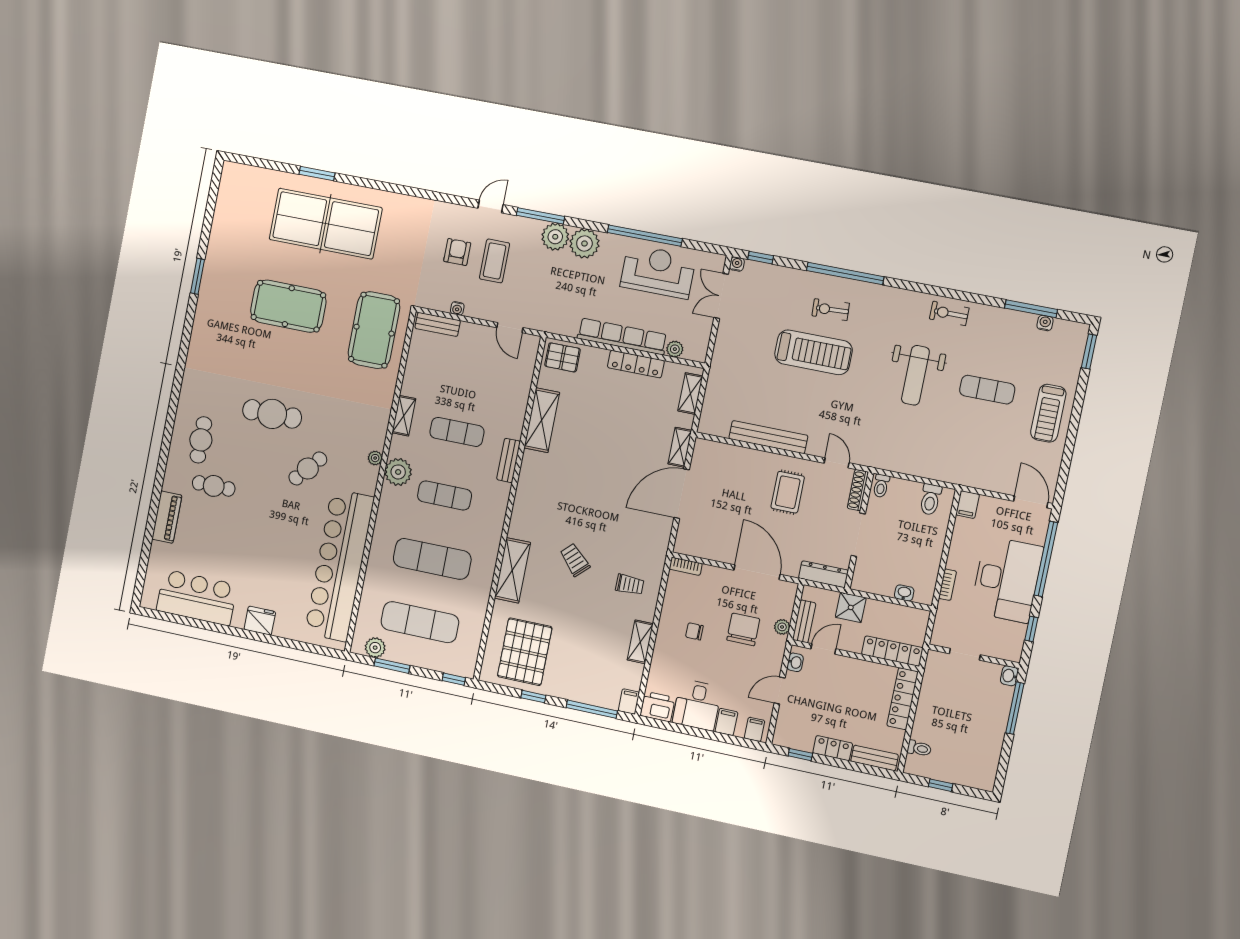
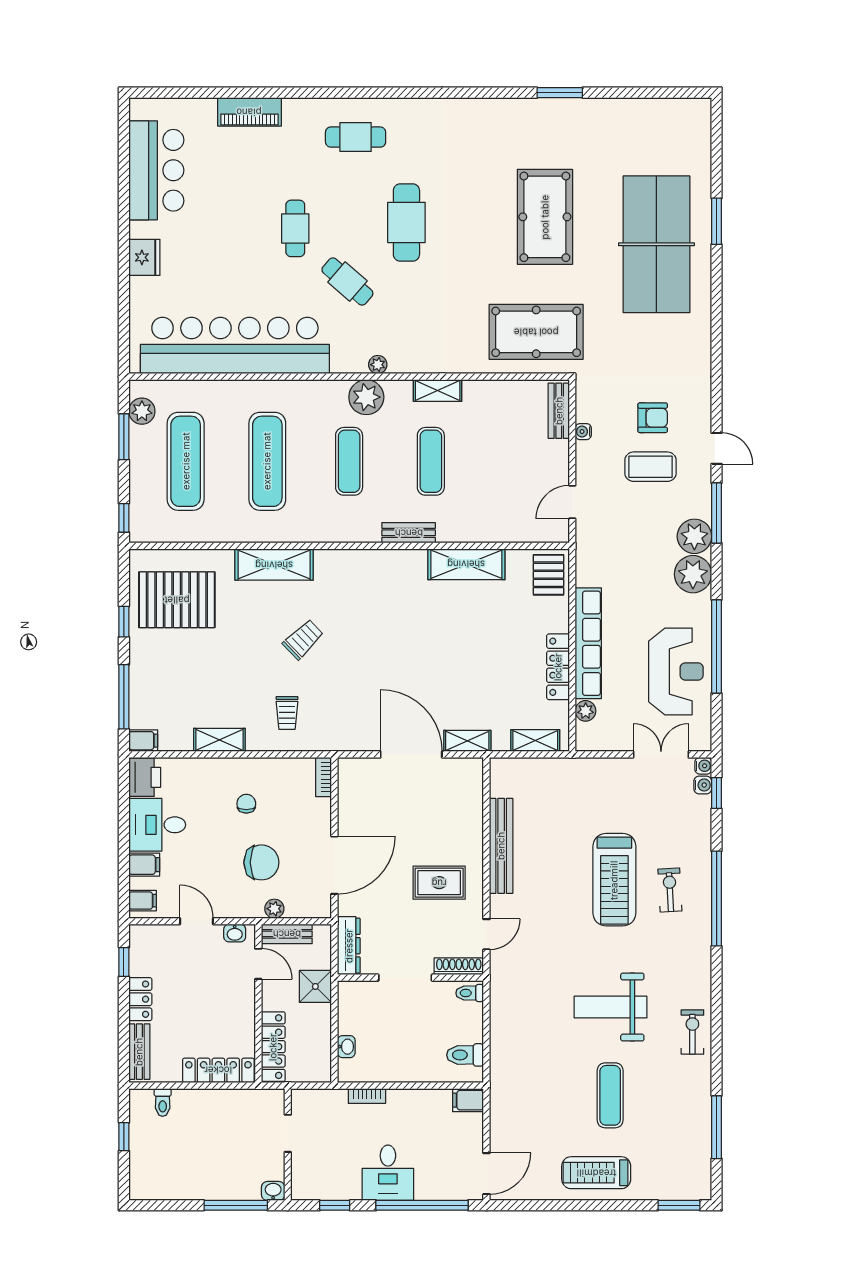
water cooler: (1045, 323) -> (703, 785), moved
cafe table: (214, 486) -> (295, 228), moved
desk: (1007, 579) -> (388, 1173), width x0.53, depth x0.77

